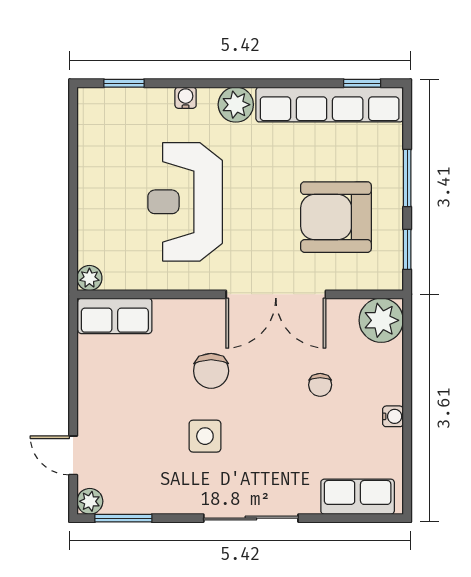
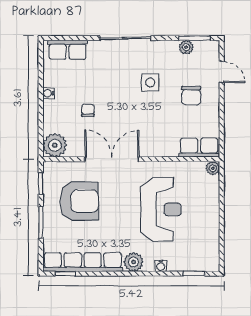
chair: (211, 371) -> (191, 96), moved, turned 180
plant: (90, 501) -> (186, 47), moved

